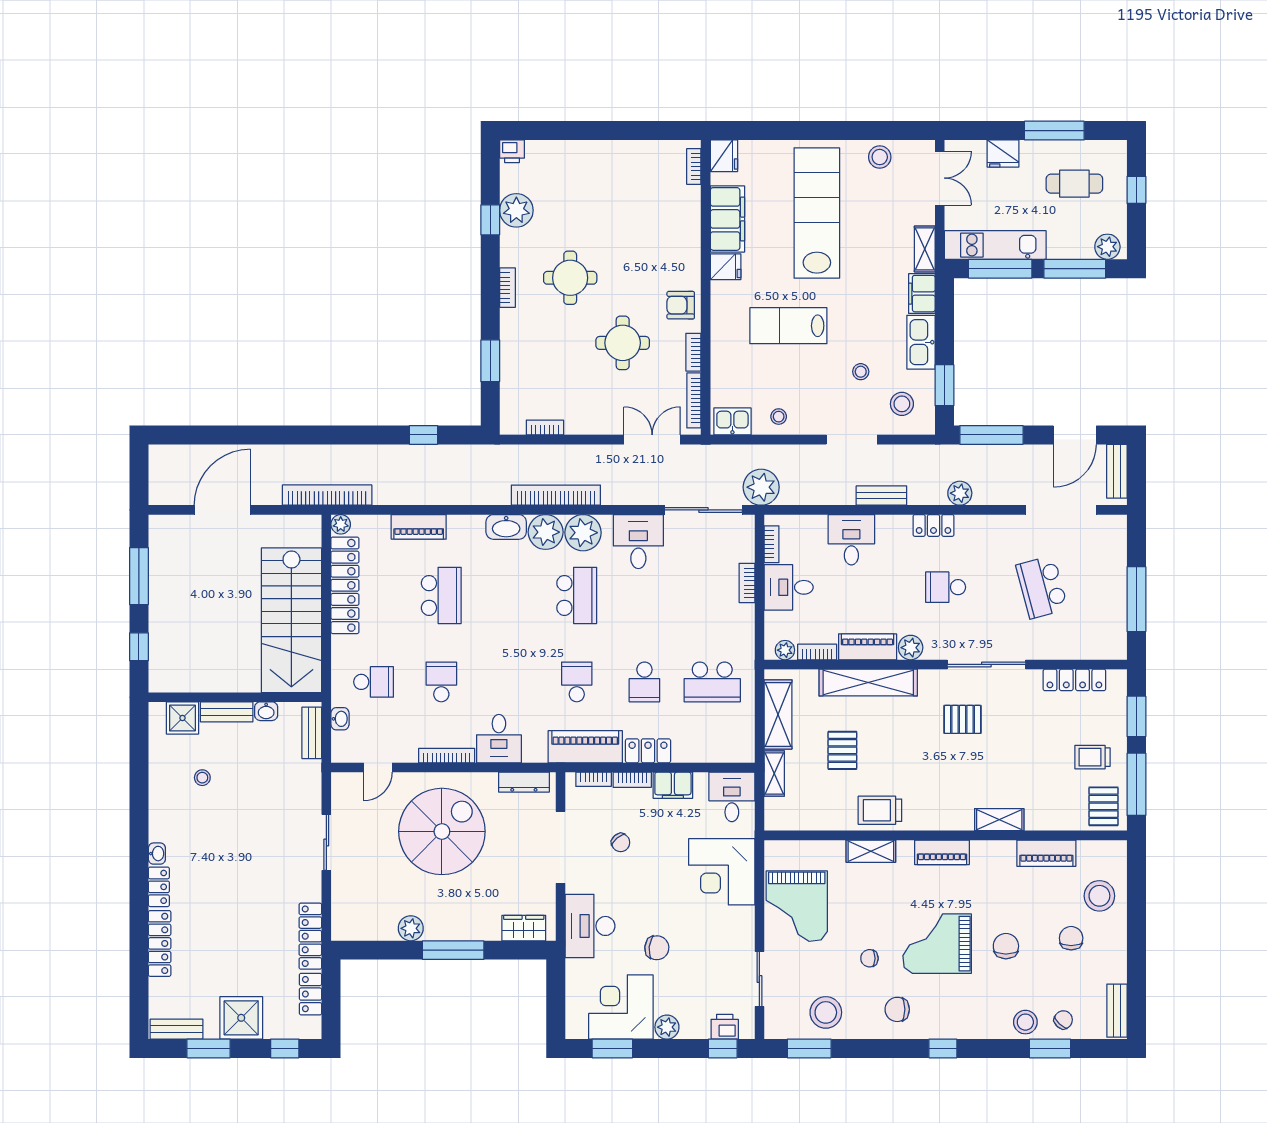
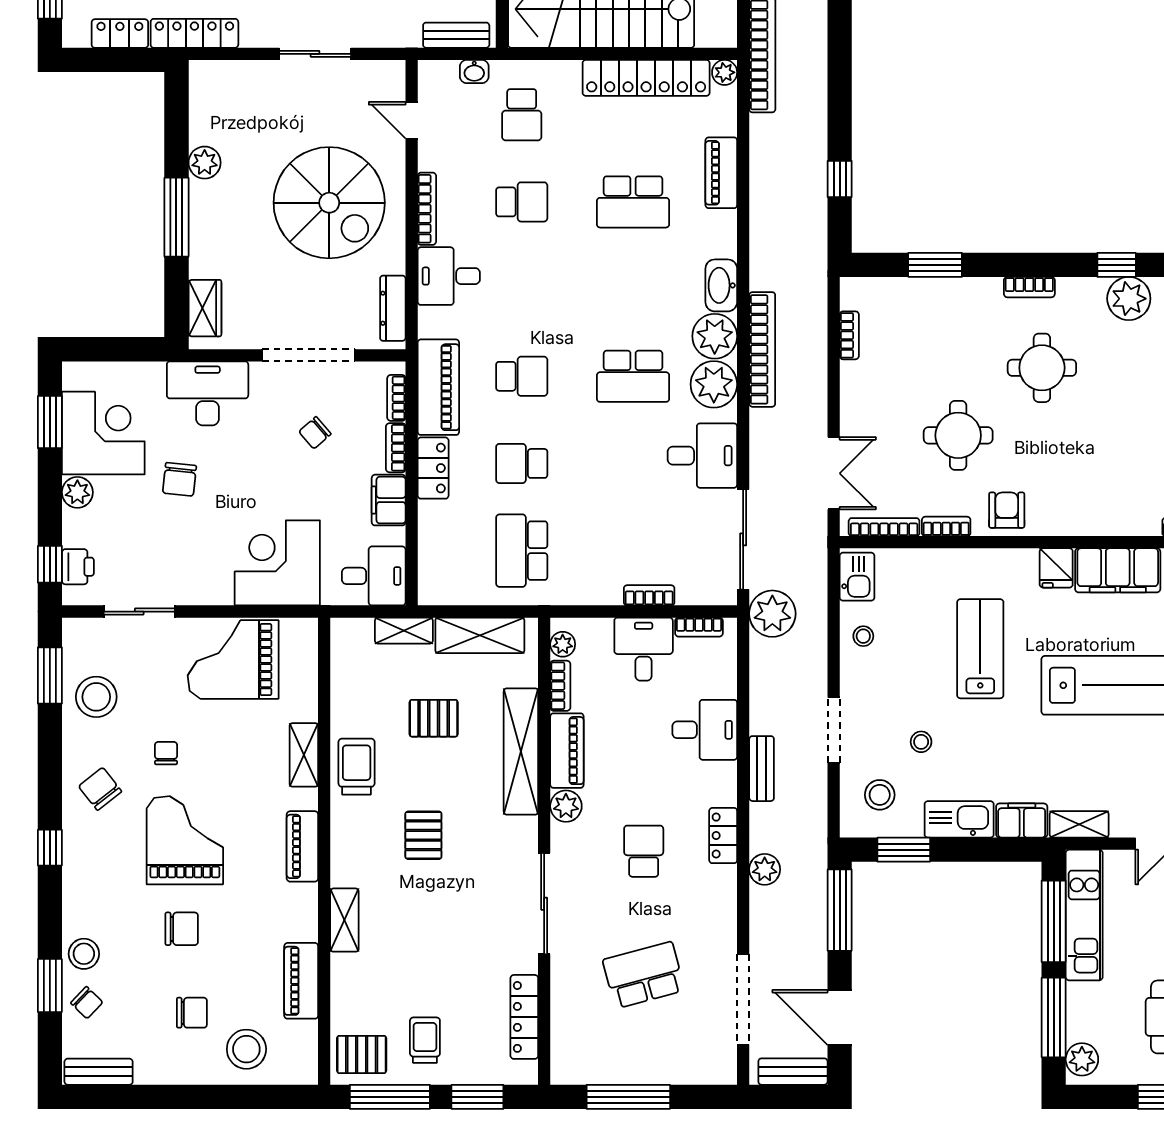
pallet: (962, 719) -> (423, 835), moved
chair: (897, 1009) -> (100, 789), turned -38

